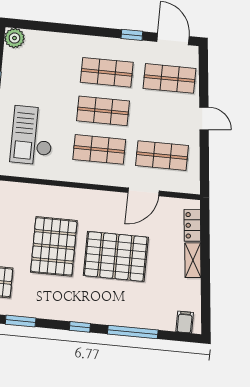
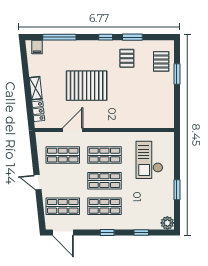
window: (55, 27) -> (141, 233), added
window: (132, 35) -> (107, 233), moved
checkout: (32, 135) -> (149, 160), turned 180
pallet: (54, 246) -> (127, 58), moved, width x0.49, depth x0.50
window: (21, 321) -> (132, 37), moved
window: (133, 332) -> (59, 37), moved

